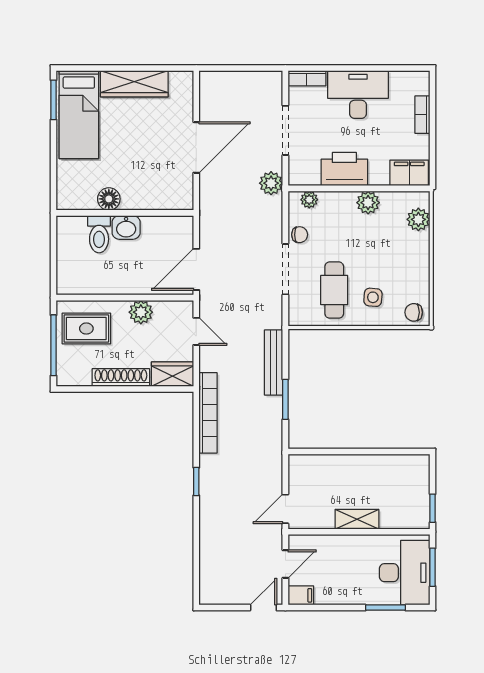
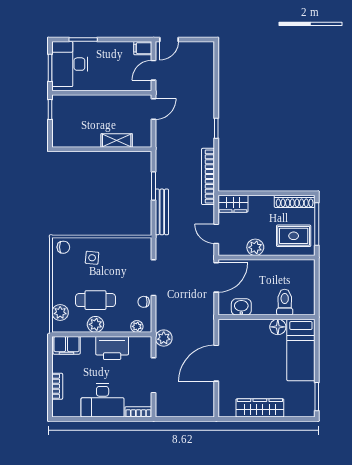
bed: (79, 115) -> (301, 350), moved, turned 180
washbasin: (126, 227) -> (241, 307), moved
cafe table: (334, 290) -> (95, 300), moved, turned 90
shoe rack: (121, 378) -> (295, 201), moved
shelving: (357, 519) -> (117, 141), moved

